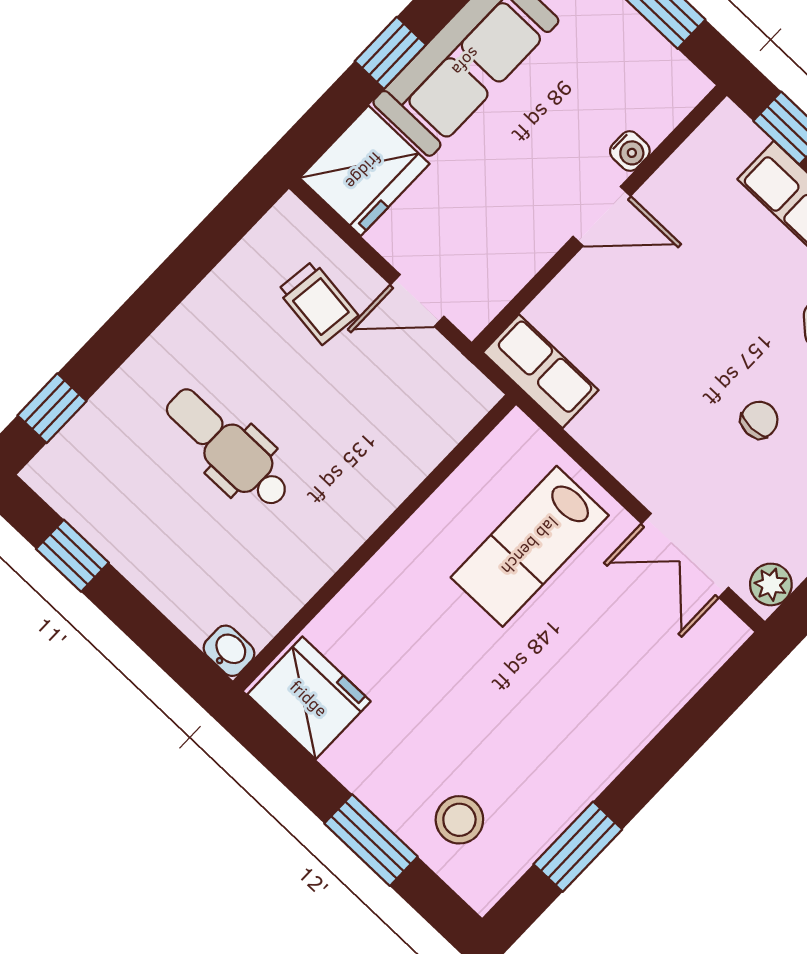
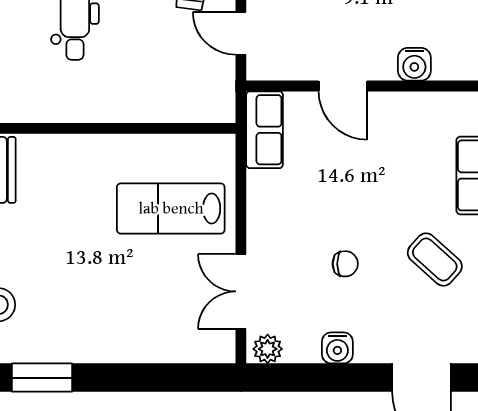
water cooler: (630, 151) -> (414, 64), width x1.38, depth x1.38
door: (602, 216) -> (343, 86), moved

